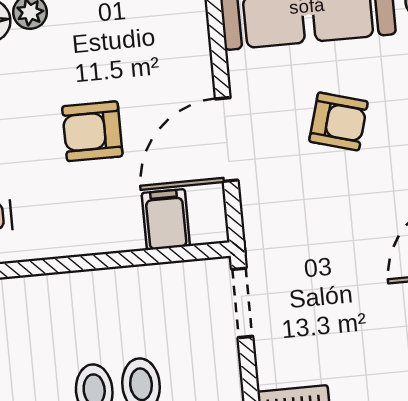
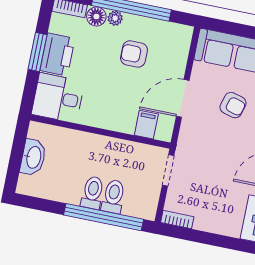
armchair: (92, 131) -> (134, 54), moved

